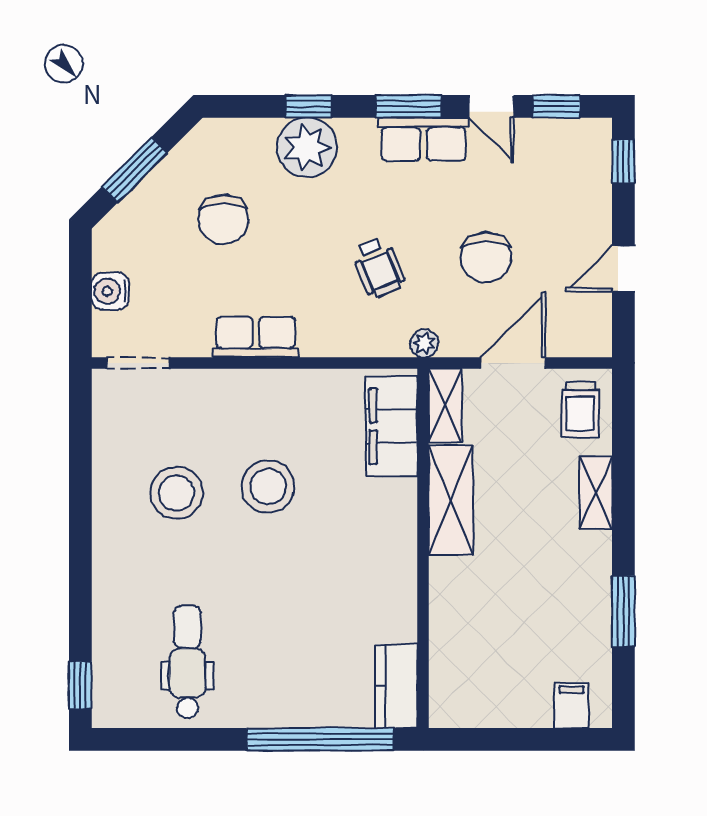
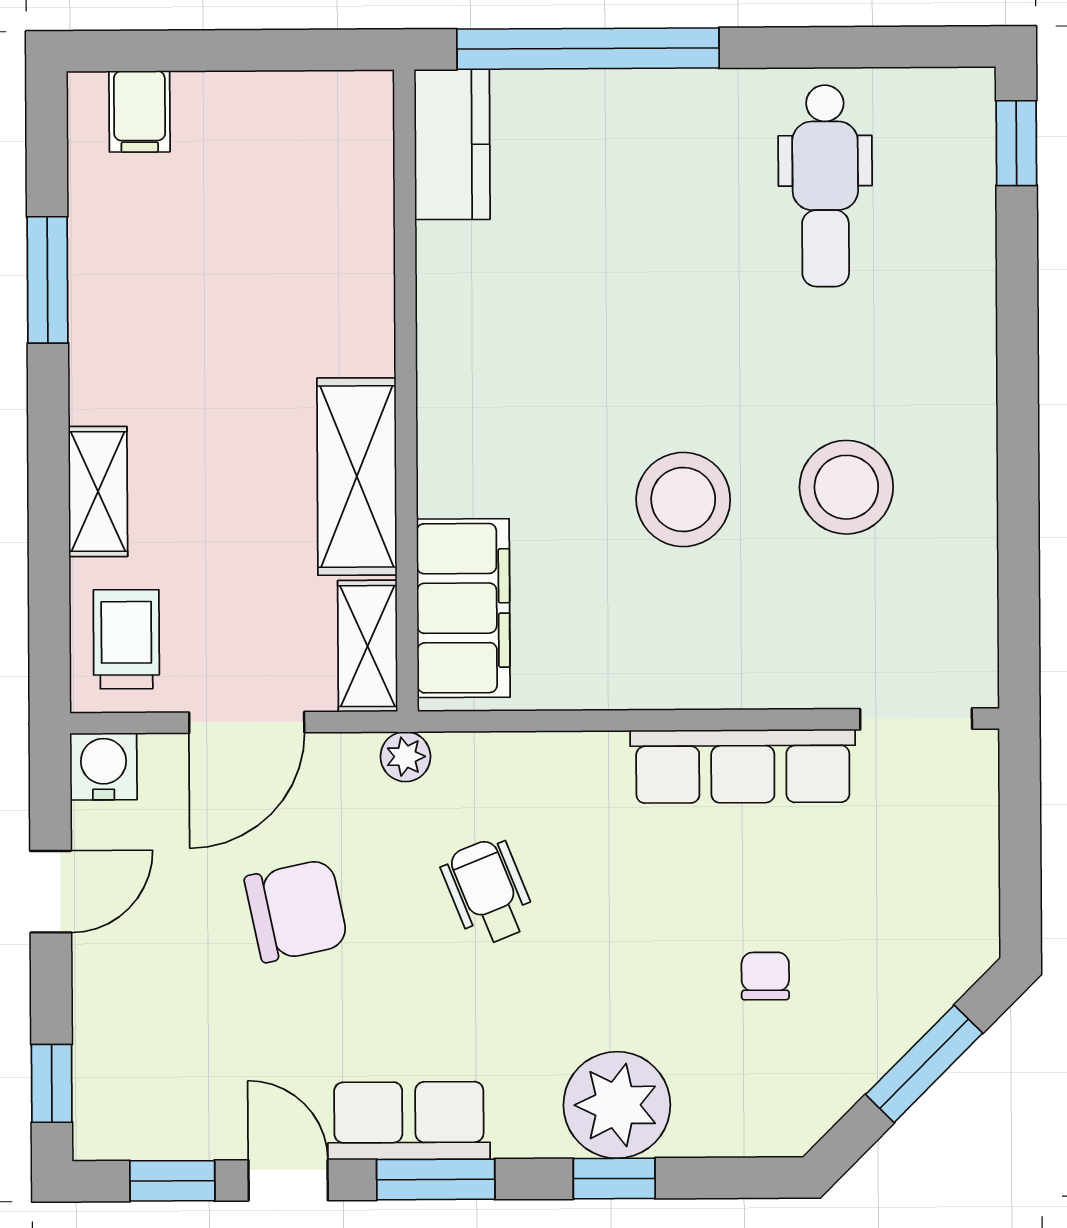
chair: (223, 219) -> (765, 976), width x0.54, depth x0.54
chair: (486, 257) -> (296, 911), turned 78
water cooler: (110, 291) -> (103, 767), moved, turned -90
row of seats: (256, 337) -> (743, 766), width x1.48

